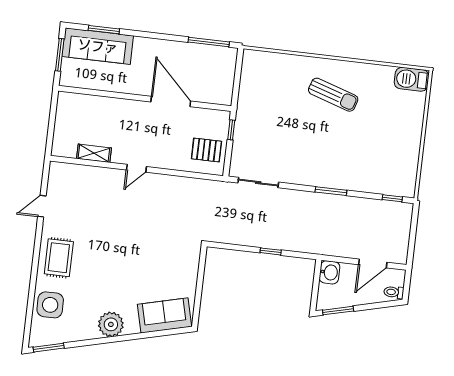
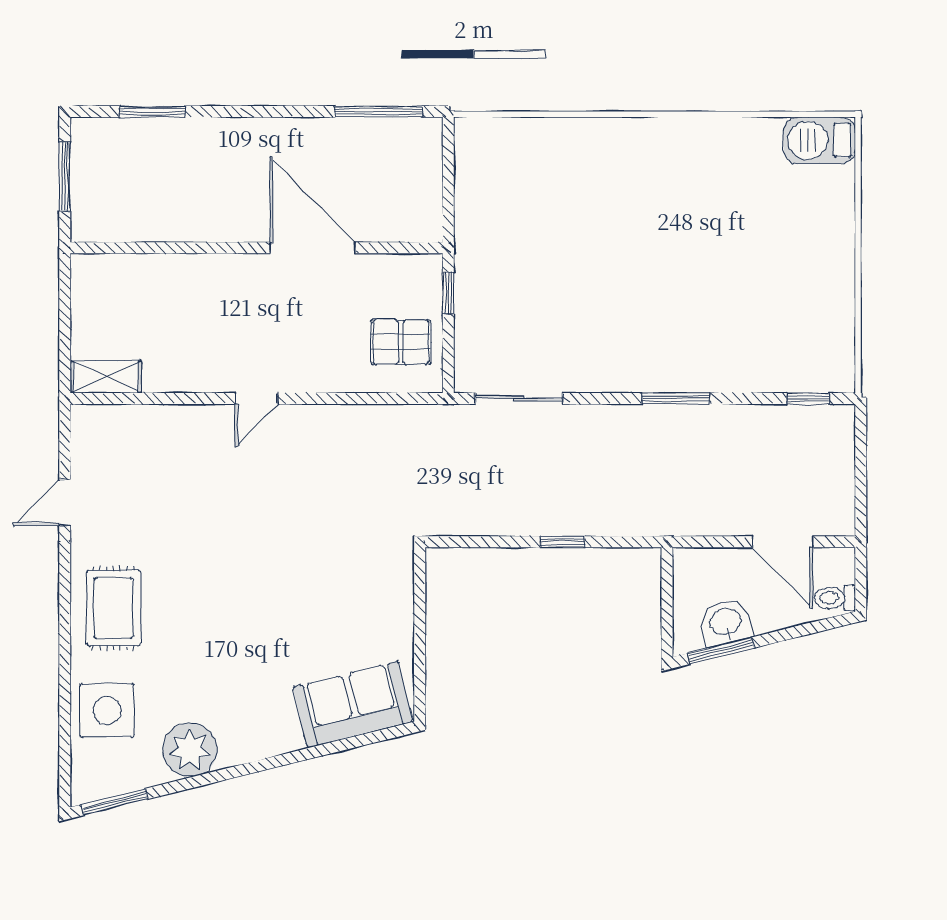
sofa: (98, 46) -> (143, 148), removed
sun lounger: (333, 95) -> (656, 193), removed
shelving: (94, 153) -> (106, 377), moved
door: (373, 263) -> (783, 542), hinge flipped
washbasin: (329, 272) -> (726, 623), moved, turned -104
plant: (111, 324) -> (190, 750), moved

